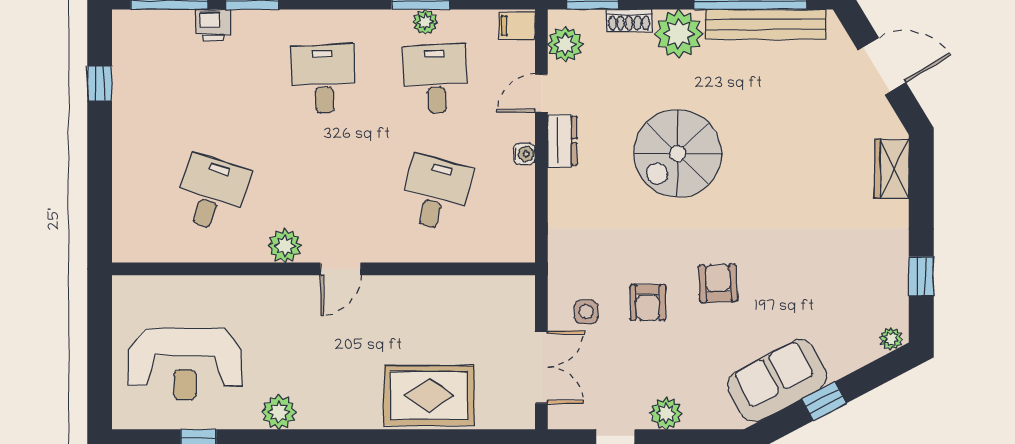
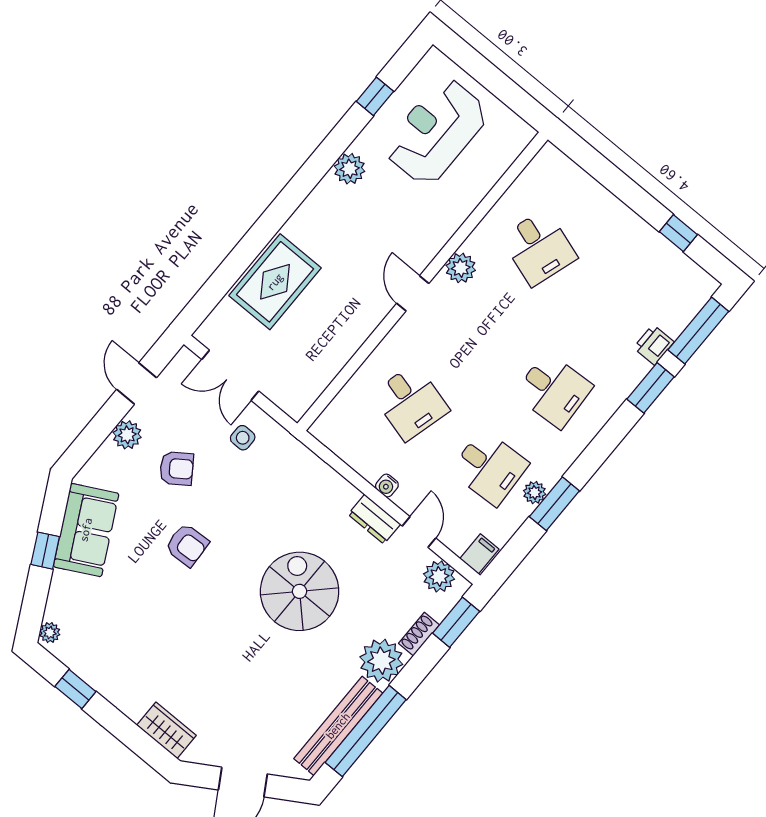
armchair: (648, 302) -> (177, 468), moved, turned 145

